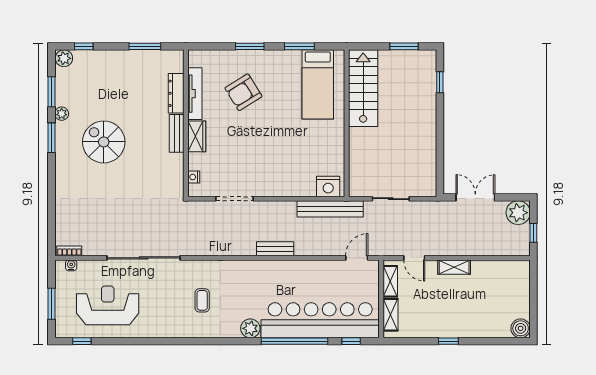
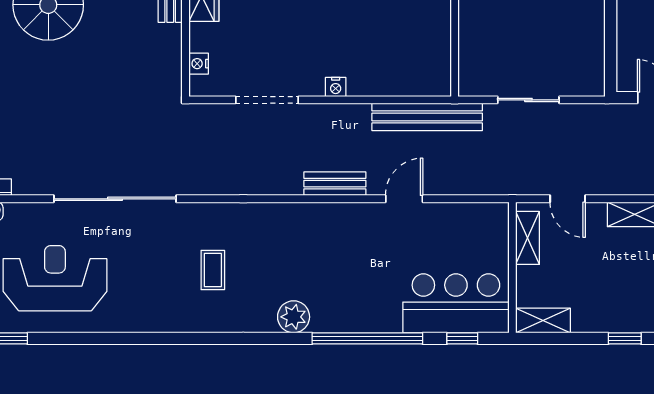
nightstand: (328, 186) -> (336, 87), moved, width x0.53, depth x0.56
door: (357, 258) -> (404, 199), moved
shelving: (390, 315) -> (543, 320), moved, turned 90
bar counter: (320, 320) -> (456, 303), width x0.54

